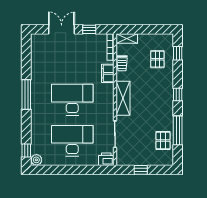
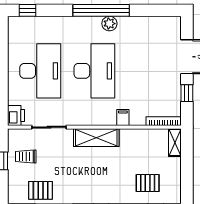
trolley: (122, 63) -> (26, 157), moved
filing cabinet: (108, 73) -> (123, 118), width x0.50
window: (26, 95) -> (101, 10), width x1.46
plant: (36, 160) -> (109, 24), moved

